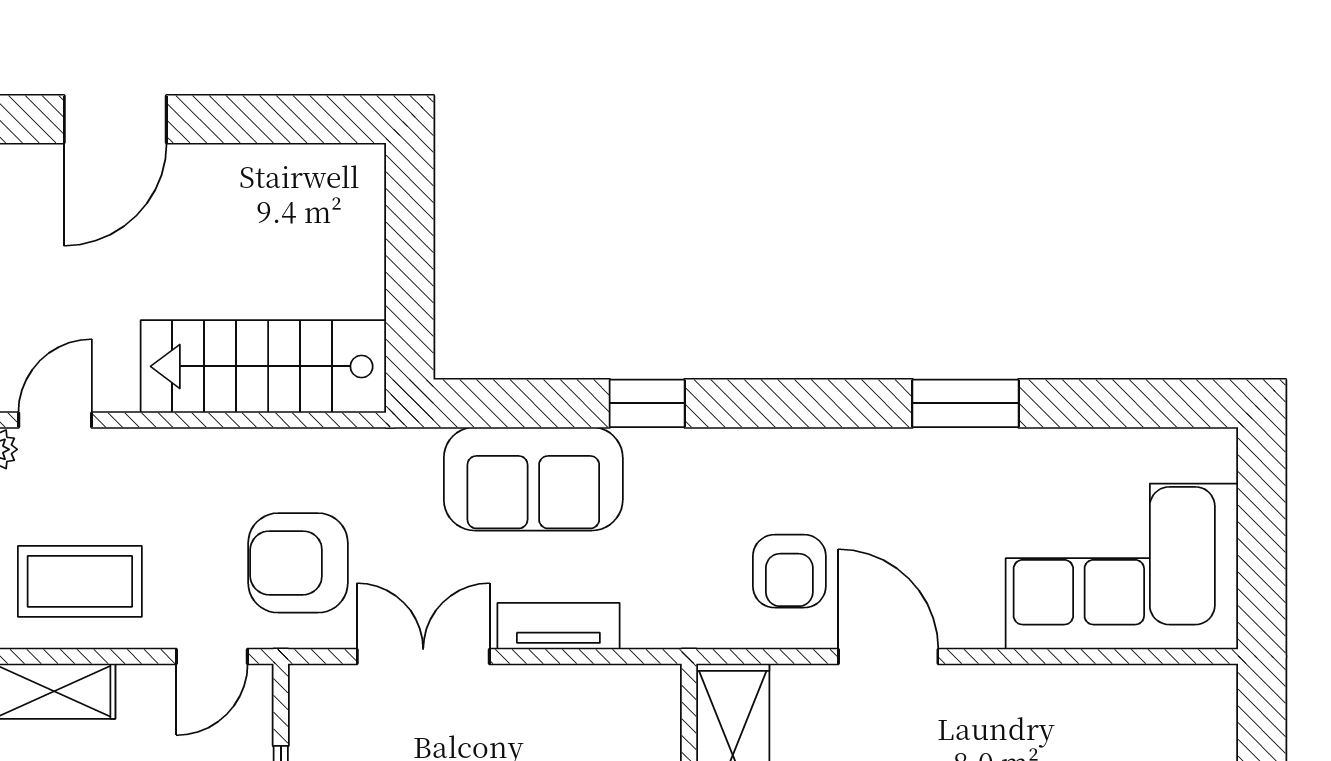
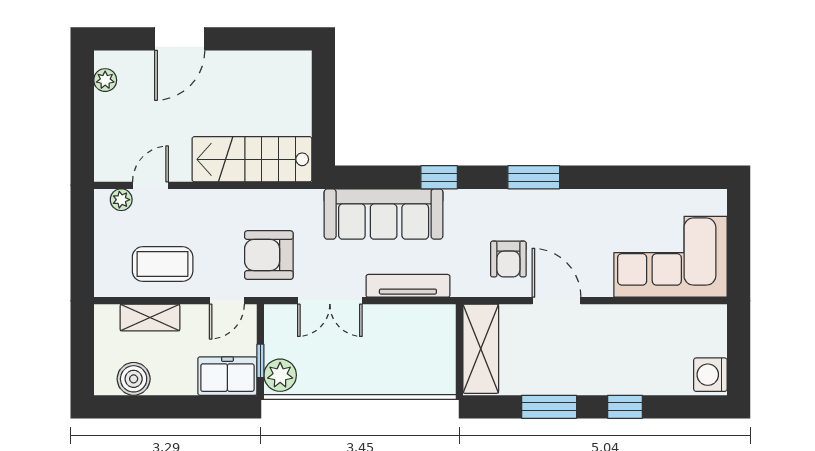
window: (966, 403) -> (534, 177), moved
sofa: (533, 479) -> (384, 214), width x1.36
tv unit: (558, 626) -> (408, 286), width x1.41
double door: (423, 657) -> (330, 301), swing flipped

